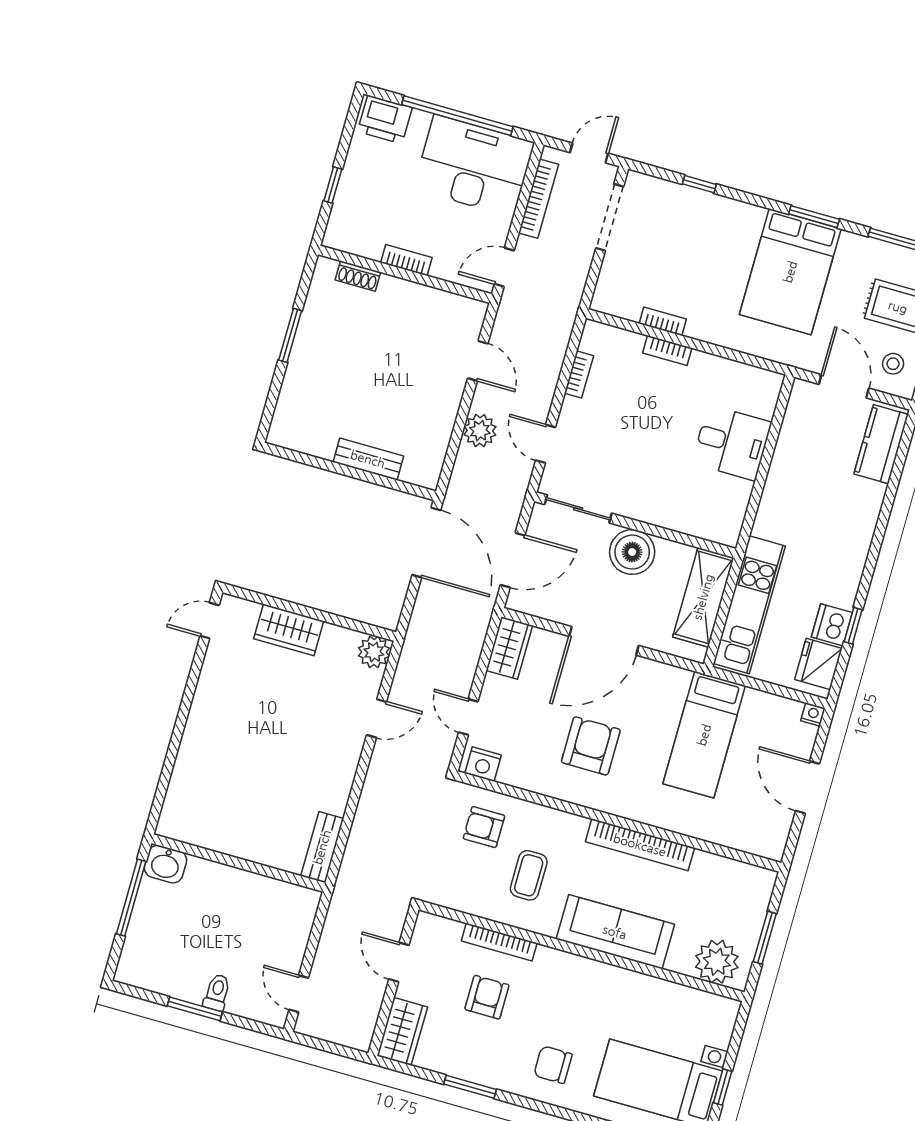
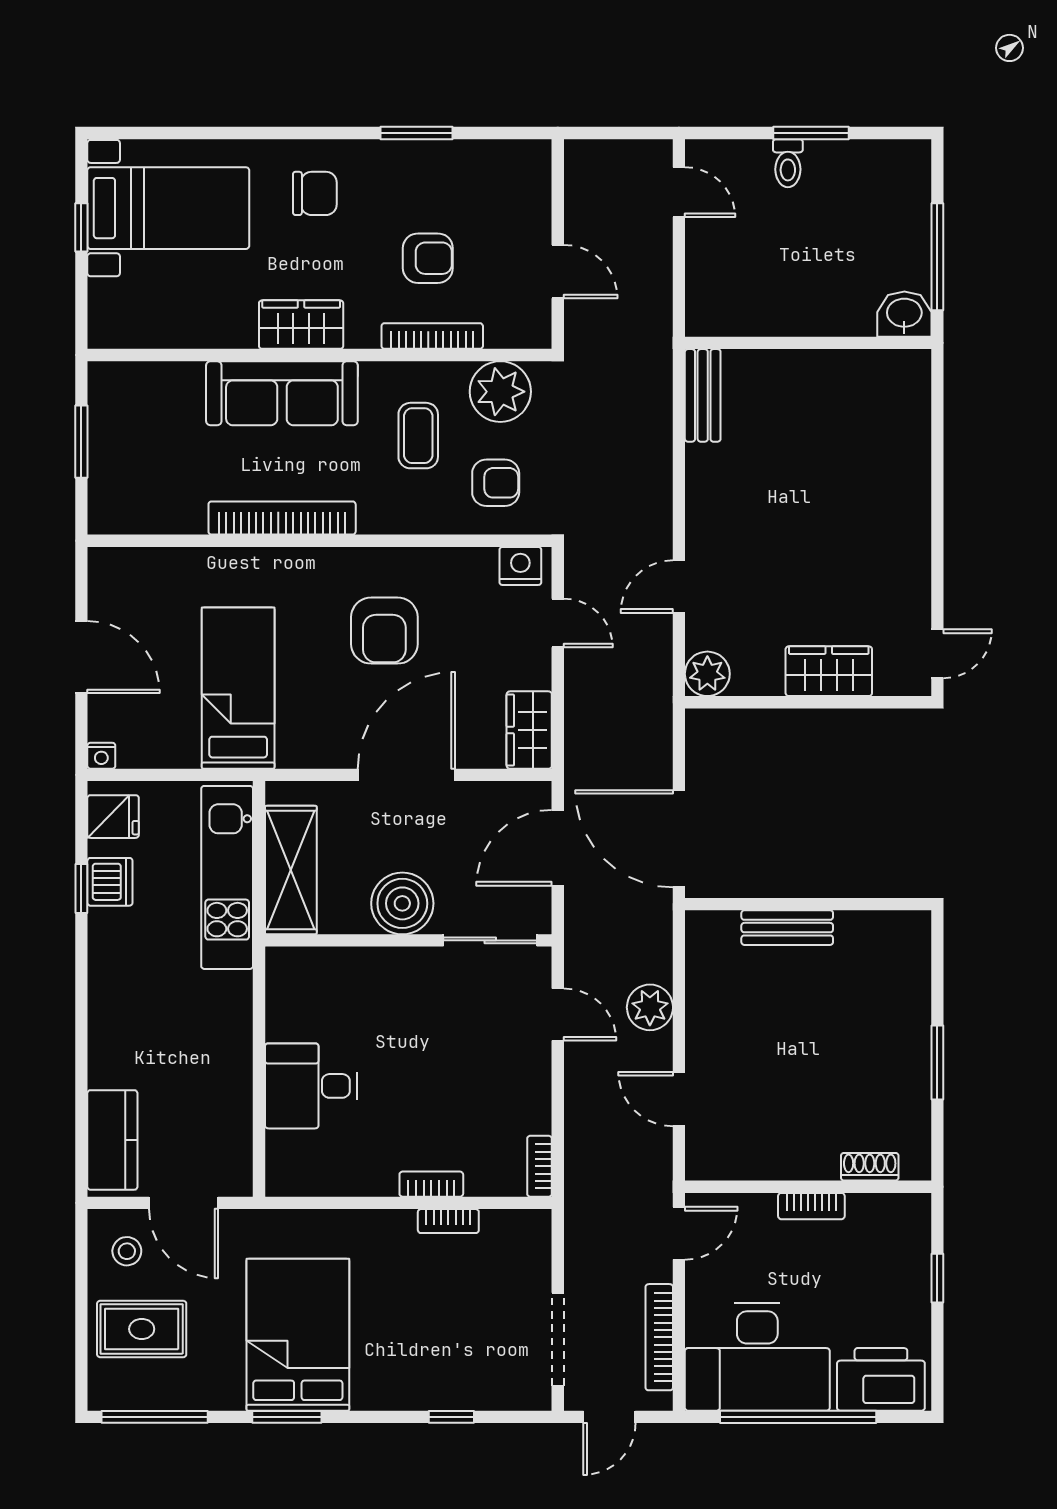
printer: (385, 120) -> (881, 1379), width x1.37, depth x1.19
bookcase: (579, 374) -> (540, 1166), moved
fridge: (818, 664) -> (113, 817), width x0.72
plant: (717, 962) -> (500, 392), moved
armchair: (487, 997) -> (428, 258), turned -90
wardrobe: (402, 1031) -> (301, 325), moved, turned 90

